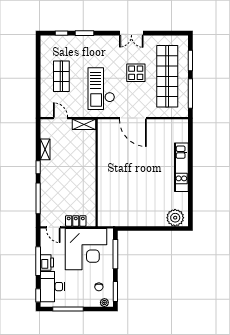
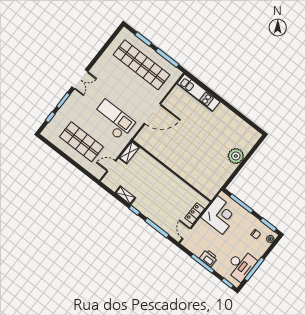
double door: (131, 33) -> (80, 79), moved
display table: (136, 73) -> (121, 86), removed
shop shelf: (61, 76) -> (81, 142), width x1.43, depth x1.36
checkout: (101, 89) -> (113, 120), turned 180
kitchen unit: (181, 167) -> (198, 93), moved
plant: (175, 218) -> (236, 156), moved
door: (53, 227) -> (187, 234), swing flipped
corner desk: (86, 249) -> (220, 215), width x0.74, depth x0.74
desk: (52, 287) -> (241, 265), moved, turned -90

